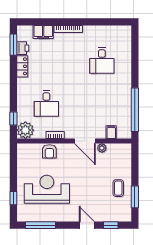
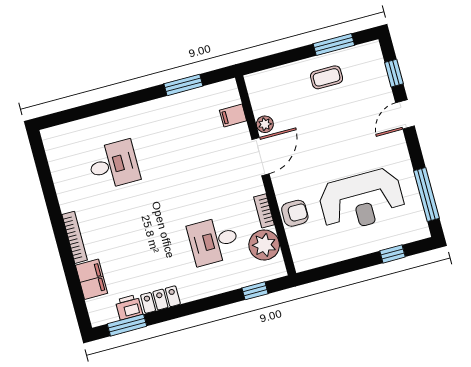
desk: (46, 103) -> (214, 241), turned 180
window: (135, 110) -> (183, 85), width x0.47
plant: (25, 130) -> (264, 245), moved
reception desk: (47, 189) -> (362, 200), turned -90

